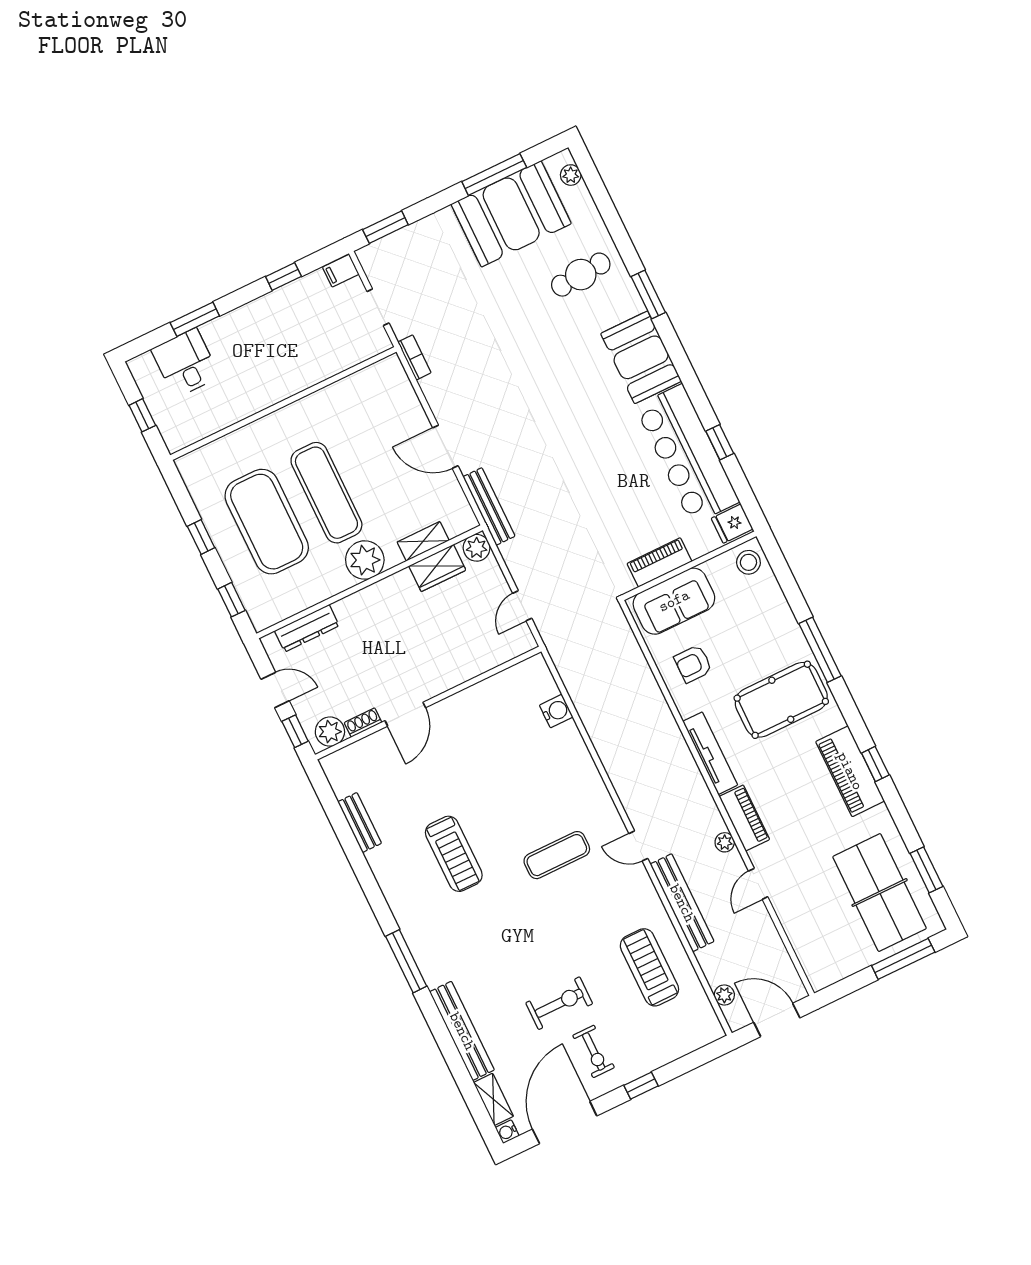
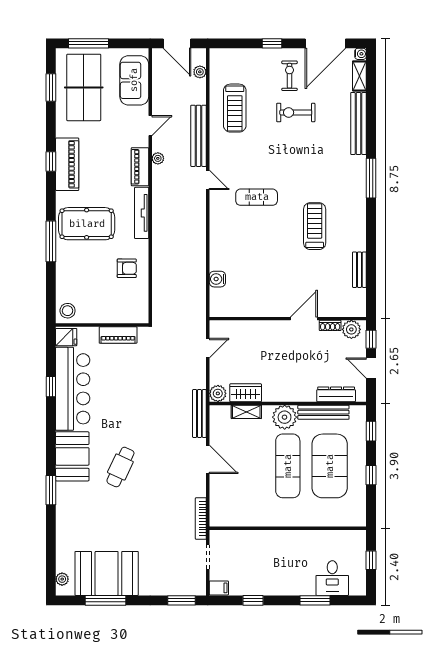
cafe table: (581, 275) -> (120, 467), moved, turned -61
bookcase: (414, 357) -> (201, 518), width x1.56
bench: (313, 594) -> (323, 412), added
sofa: (674, 601) -> (134, 80), moved, turned -90

